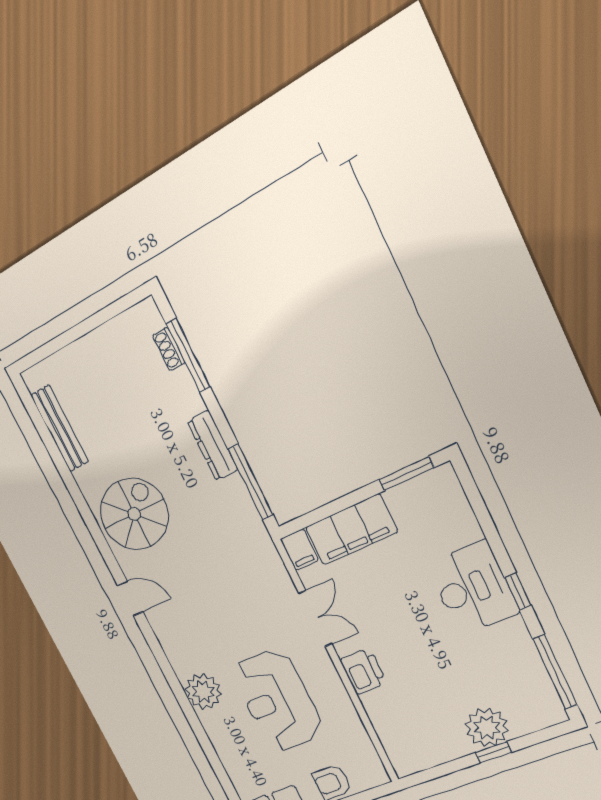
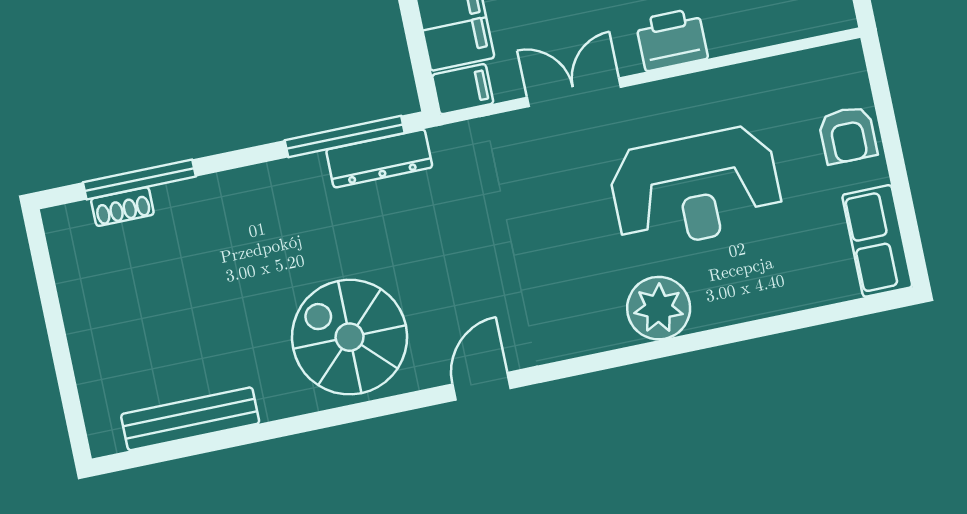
dresser: (213, 446) -> (379, 158), moved

